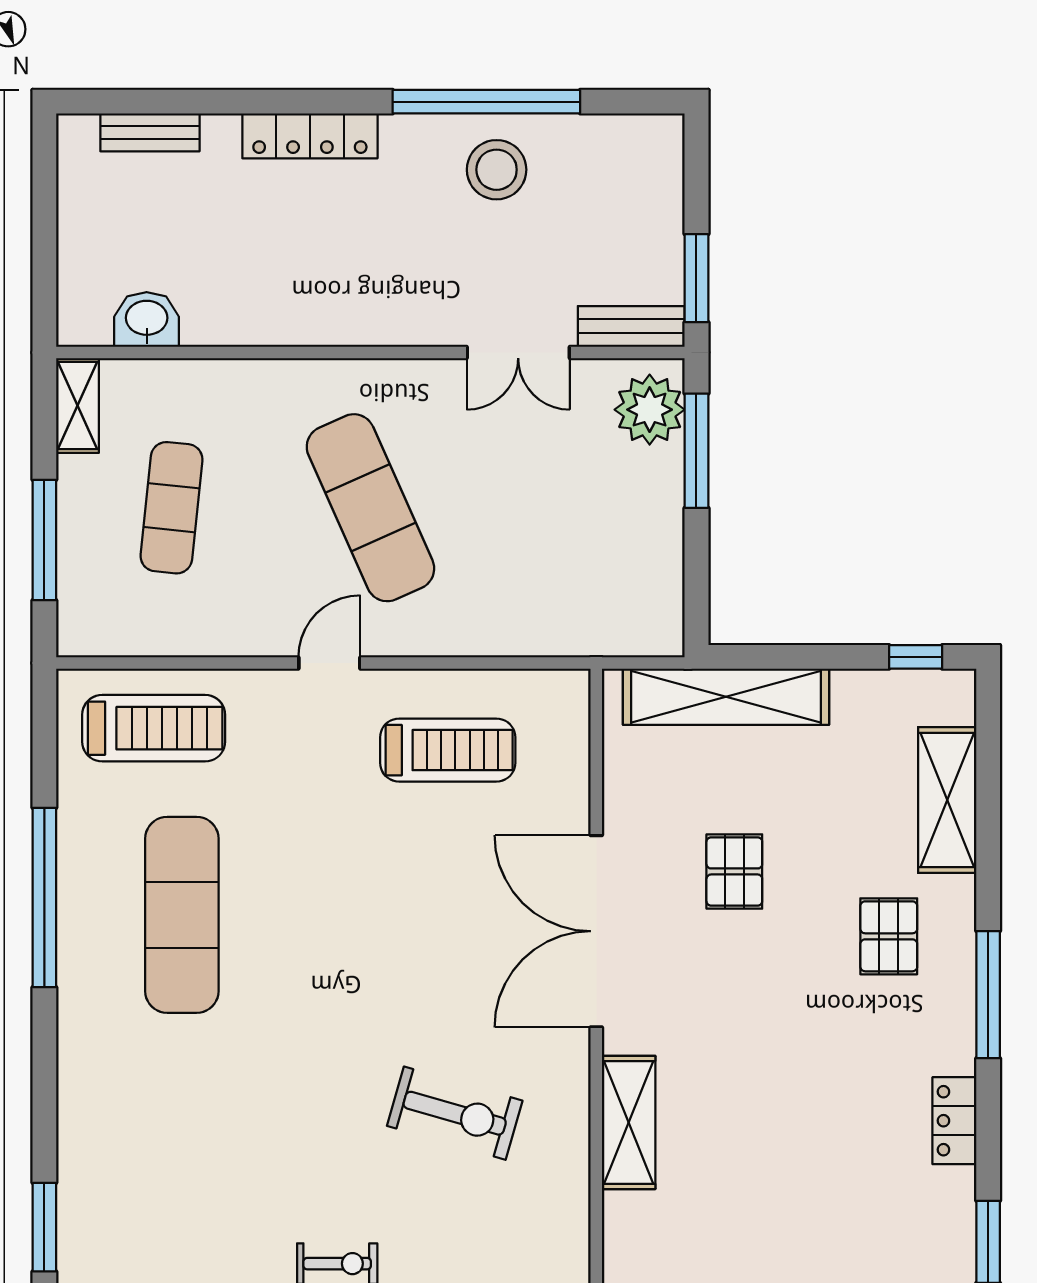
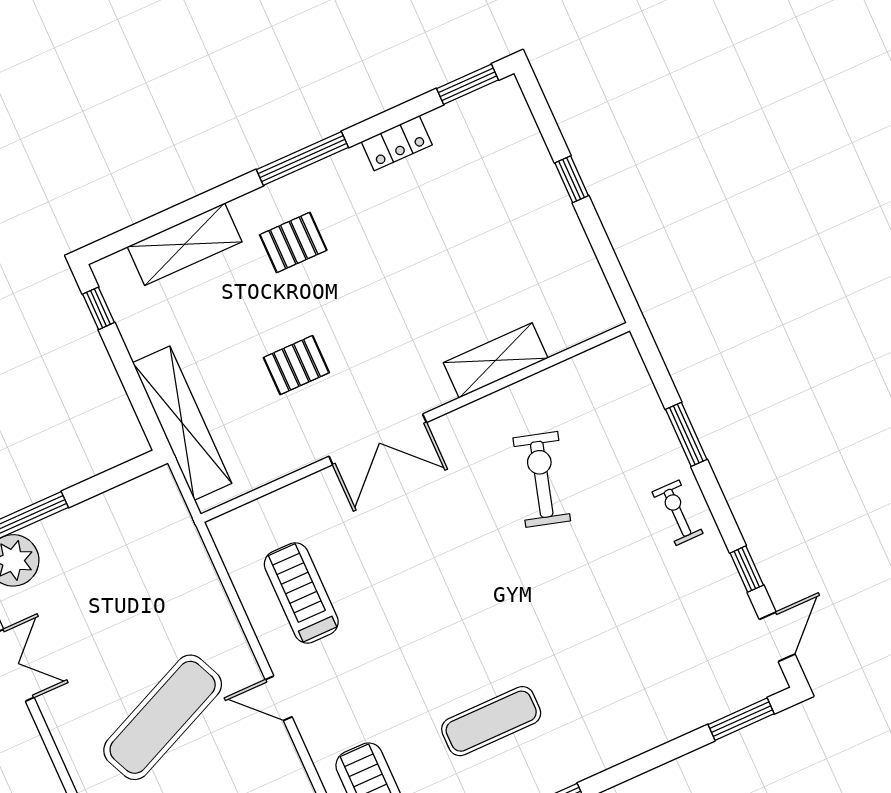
exercise mat: (182, 915) -> (491, 721), width x0.73, depth x0.69
double door: (596, 931) -> (378, 439), width x0.73

